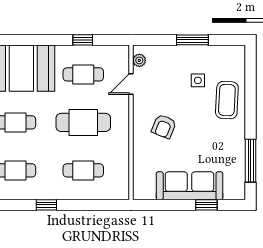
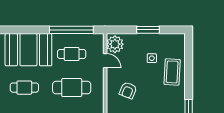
window: (83, 40) -> (71, 30), width x3.17
plant: (139, 60) -> (115, 44), width x1.88, depth x1.88
door: (131, 84) -> (105, 61), swing flipped

